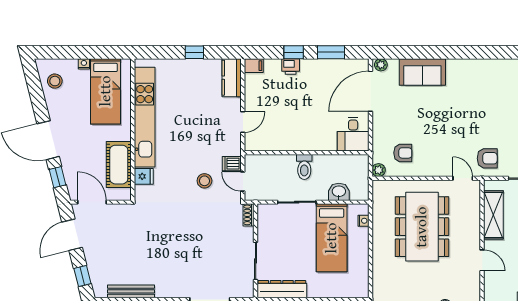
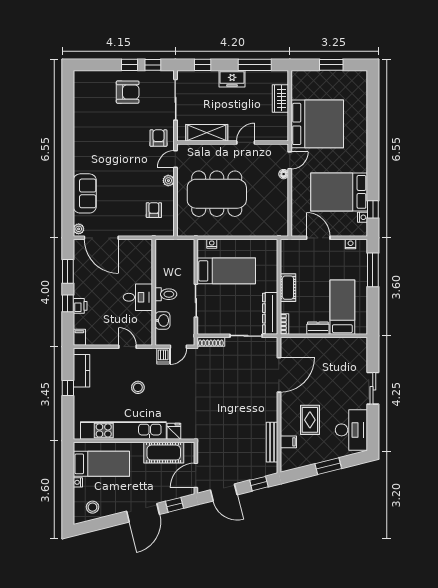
kitchen counter: (232, 78) -> (81, 371), moved, turned -90
desk: (353, 134) -> (138, 297), moved
plant: (379, 170) -> (168, 181), moved
stool: (204, 181) -> (138, 387), moved
washbasin: (339, 192) -> (162, 320), moved, turned 180
shoe rack: (249, 215) -> (211, 342), width x1.43

